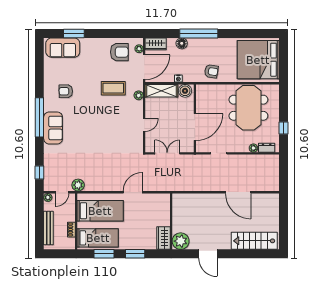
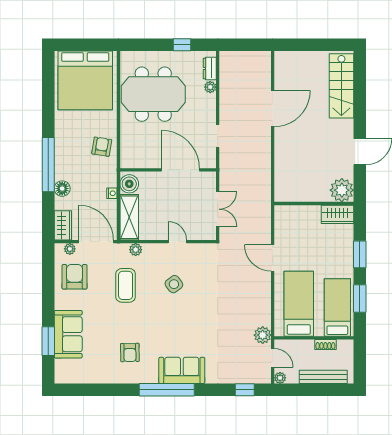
sofa: (63, 48) -> (68, 334), moved
side table: (114, 122) -> (174, 284), added
double door: (167, 153) -> (218, 209), swing flipped

